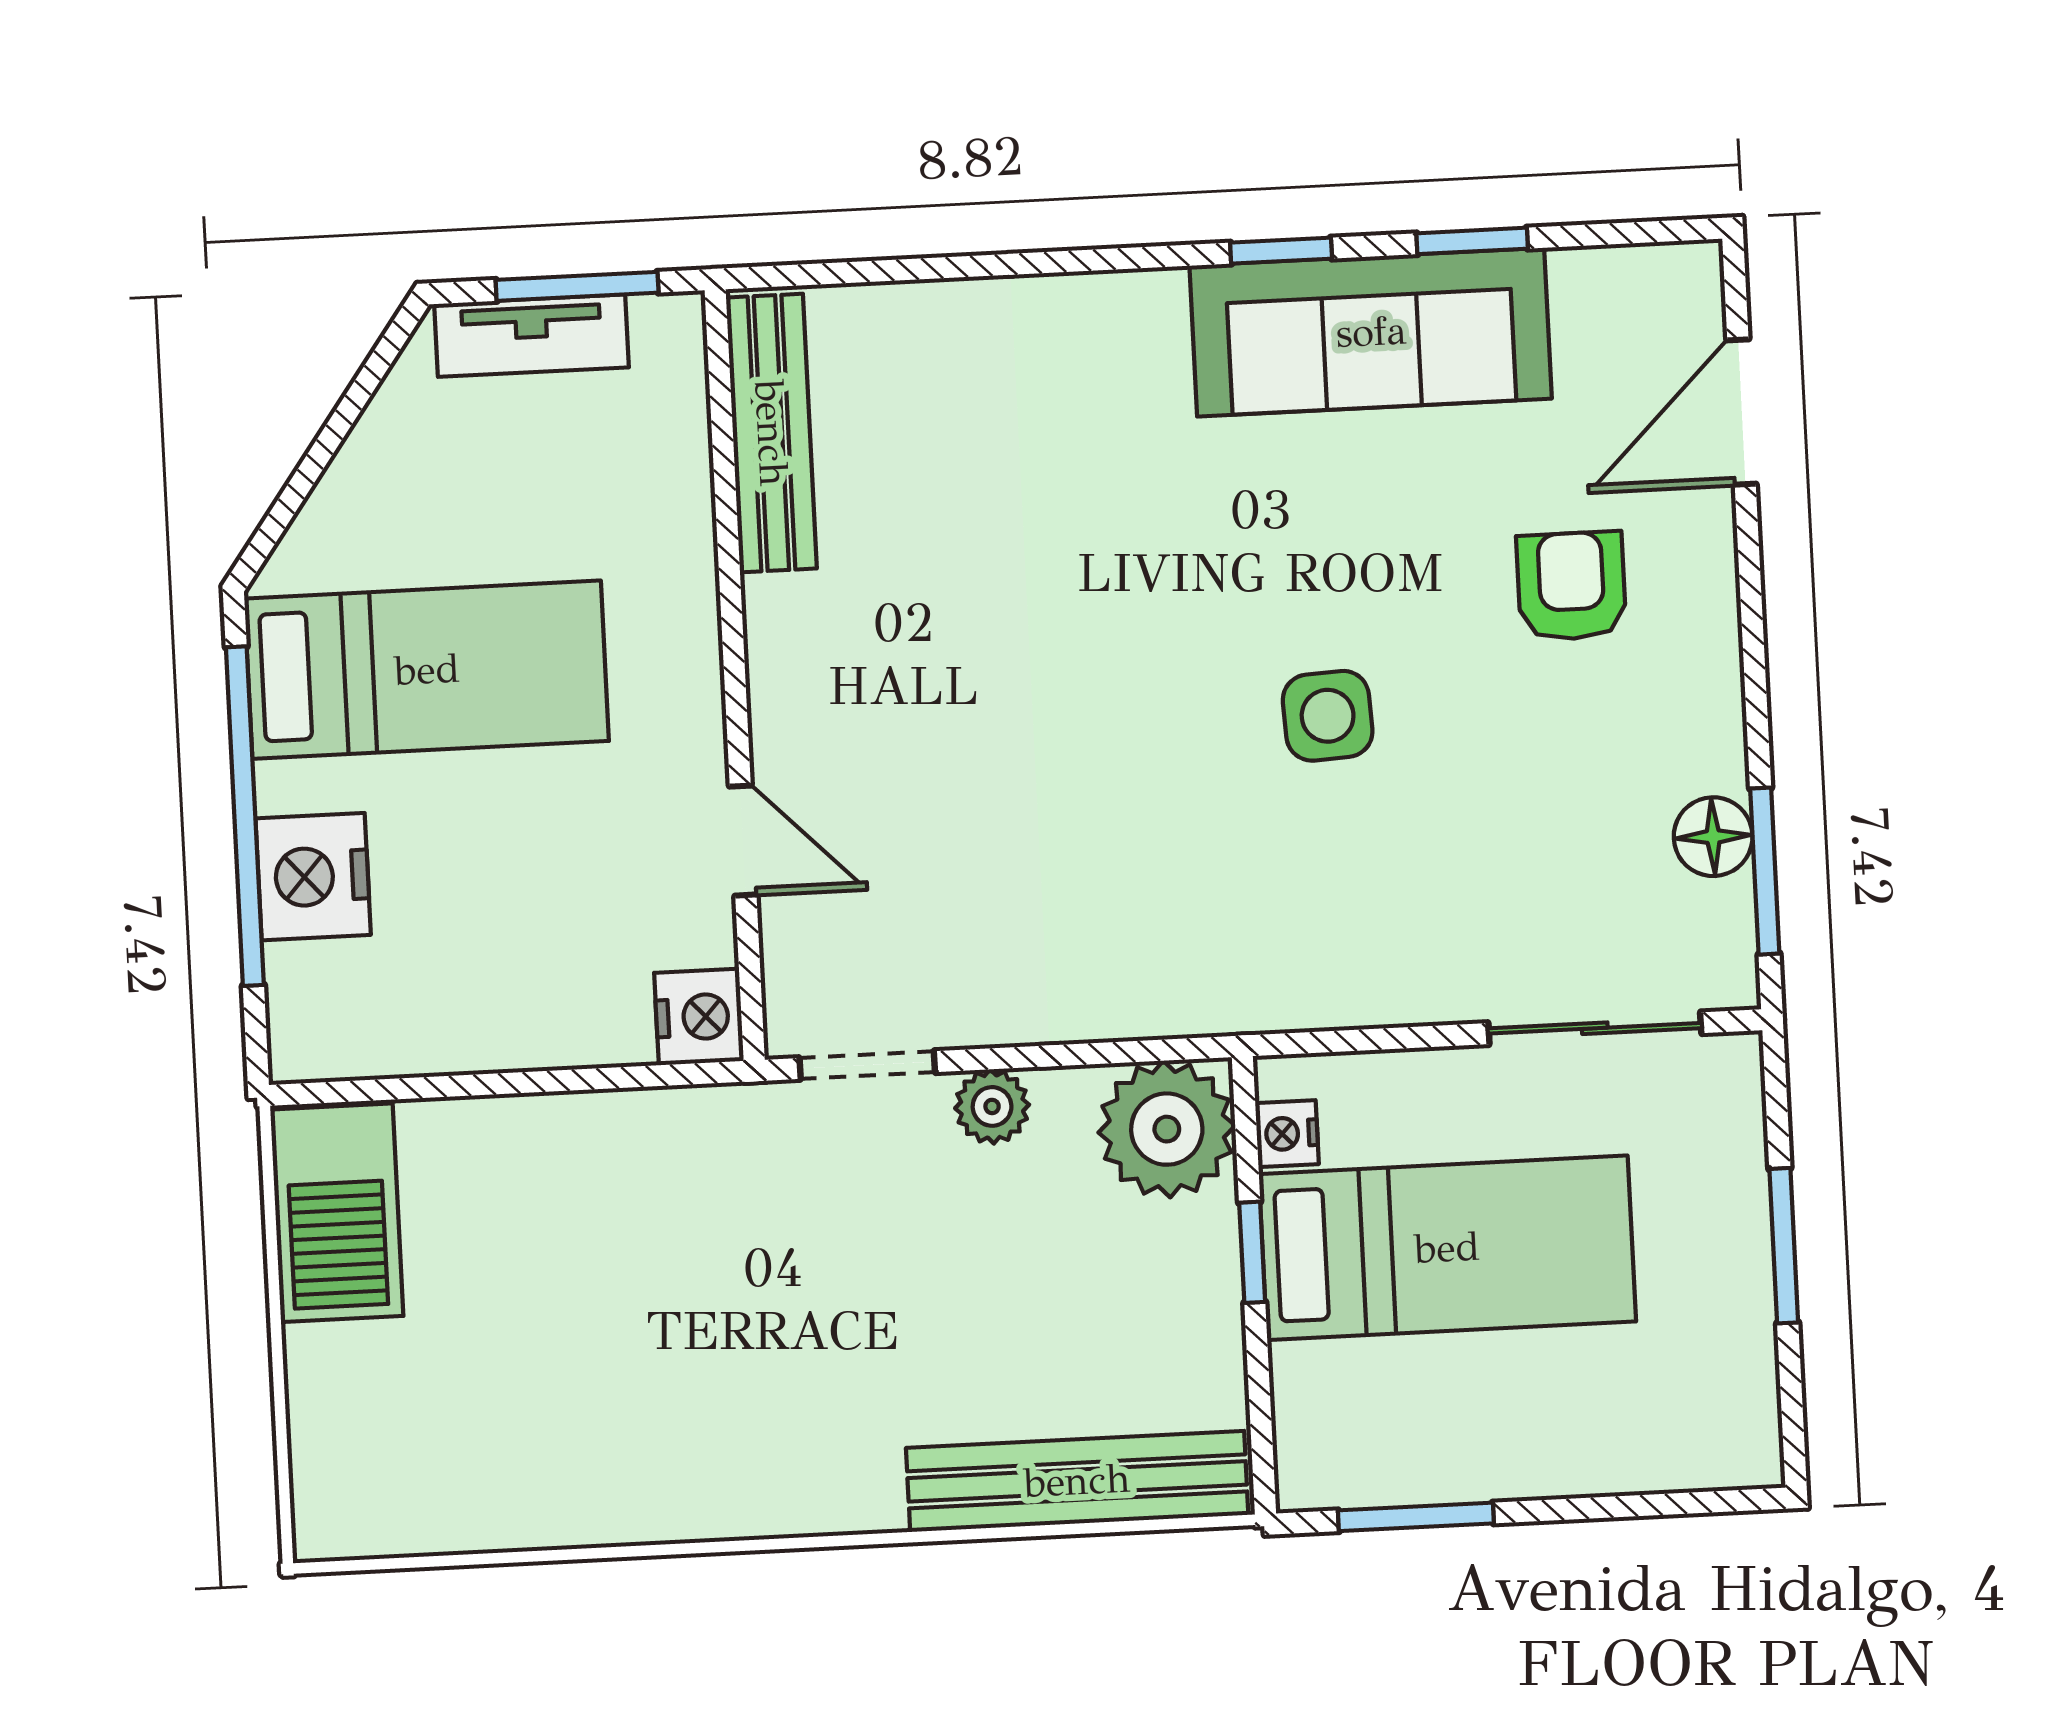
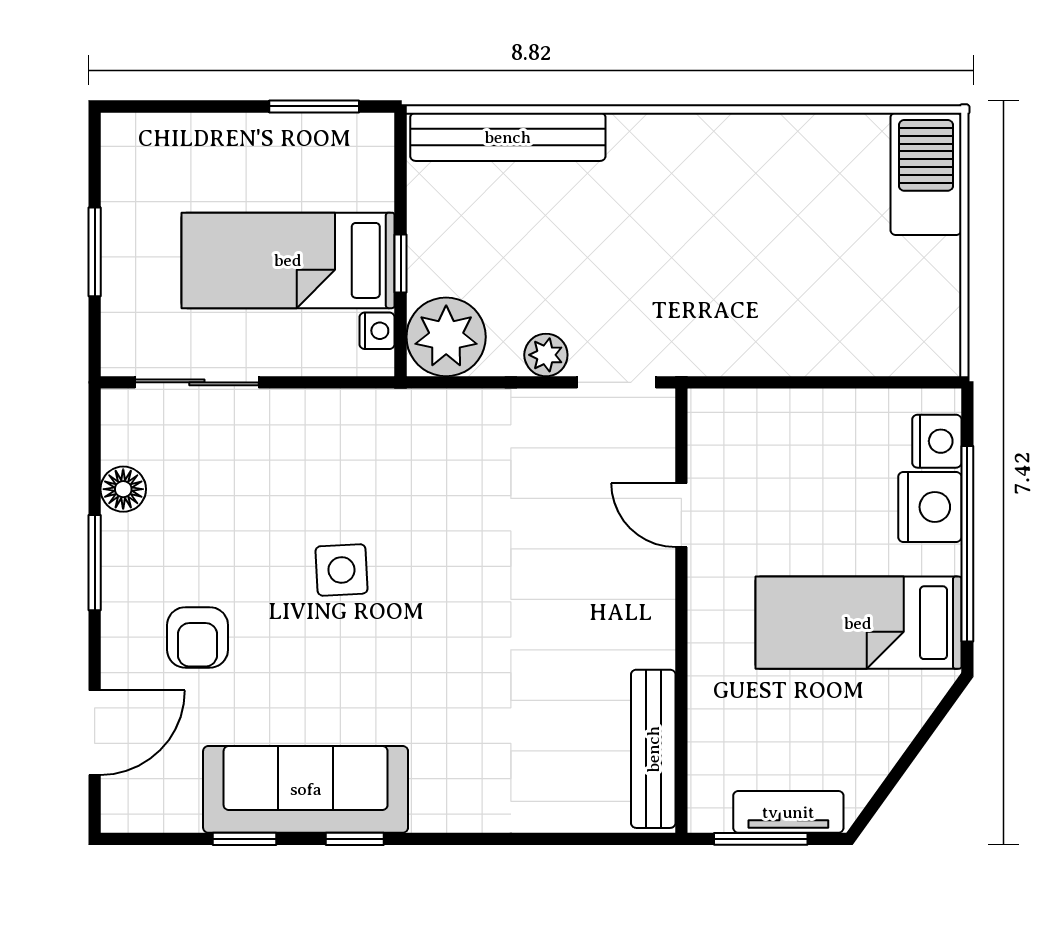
window: (1765, 871) -> (95, 563), moved
nightstand: (699, 1017) -> (937, 441), moved, turned 180
barbecue: (337, 1213) -> (926, 174), moved

